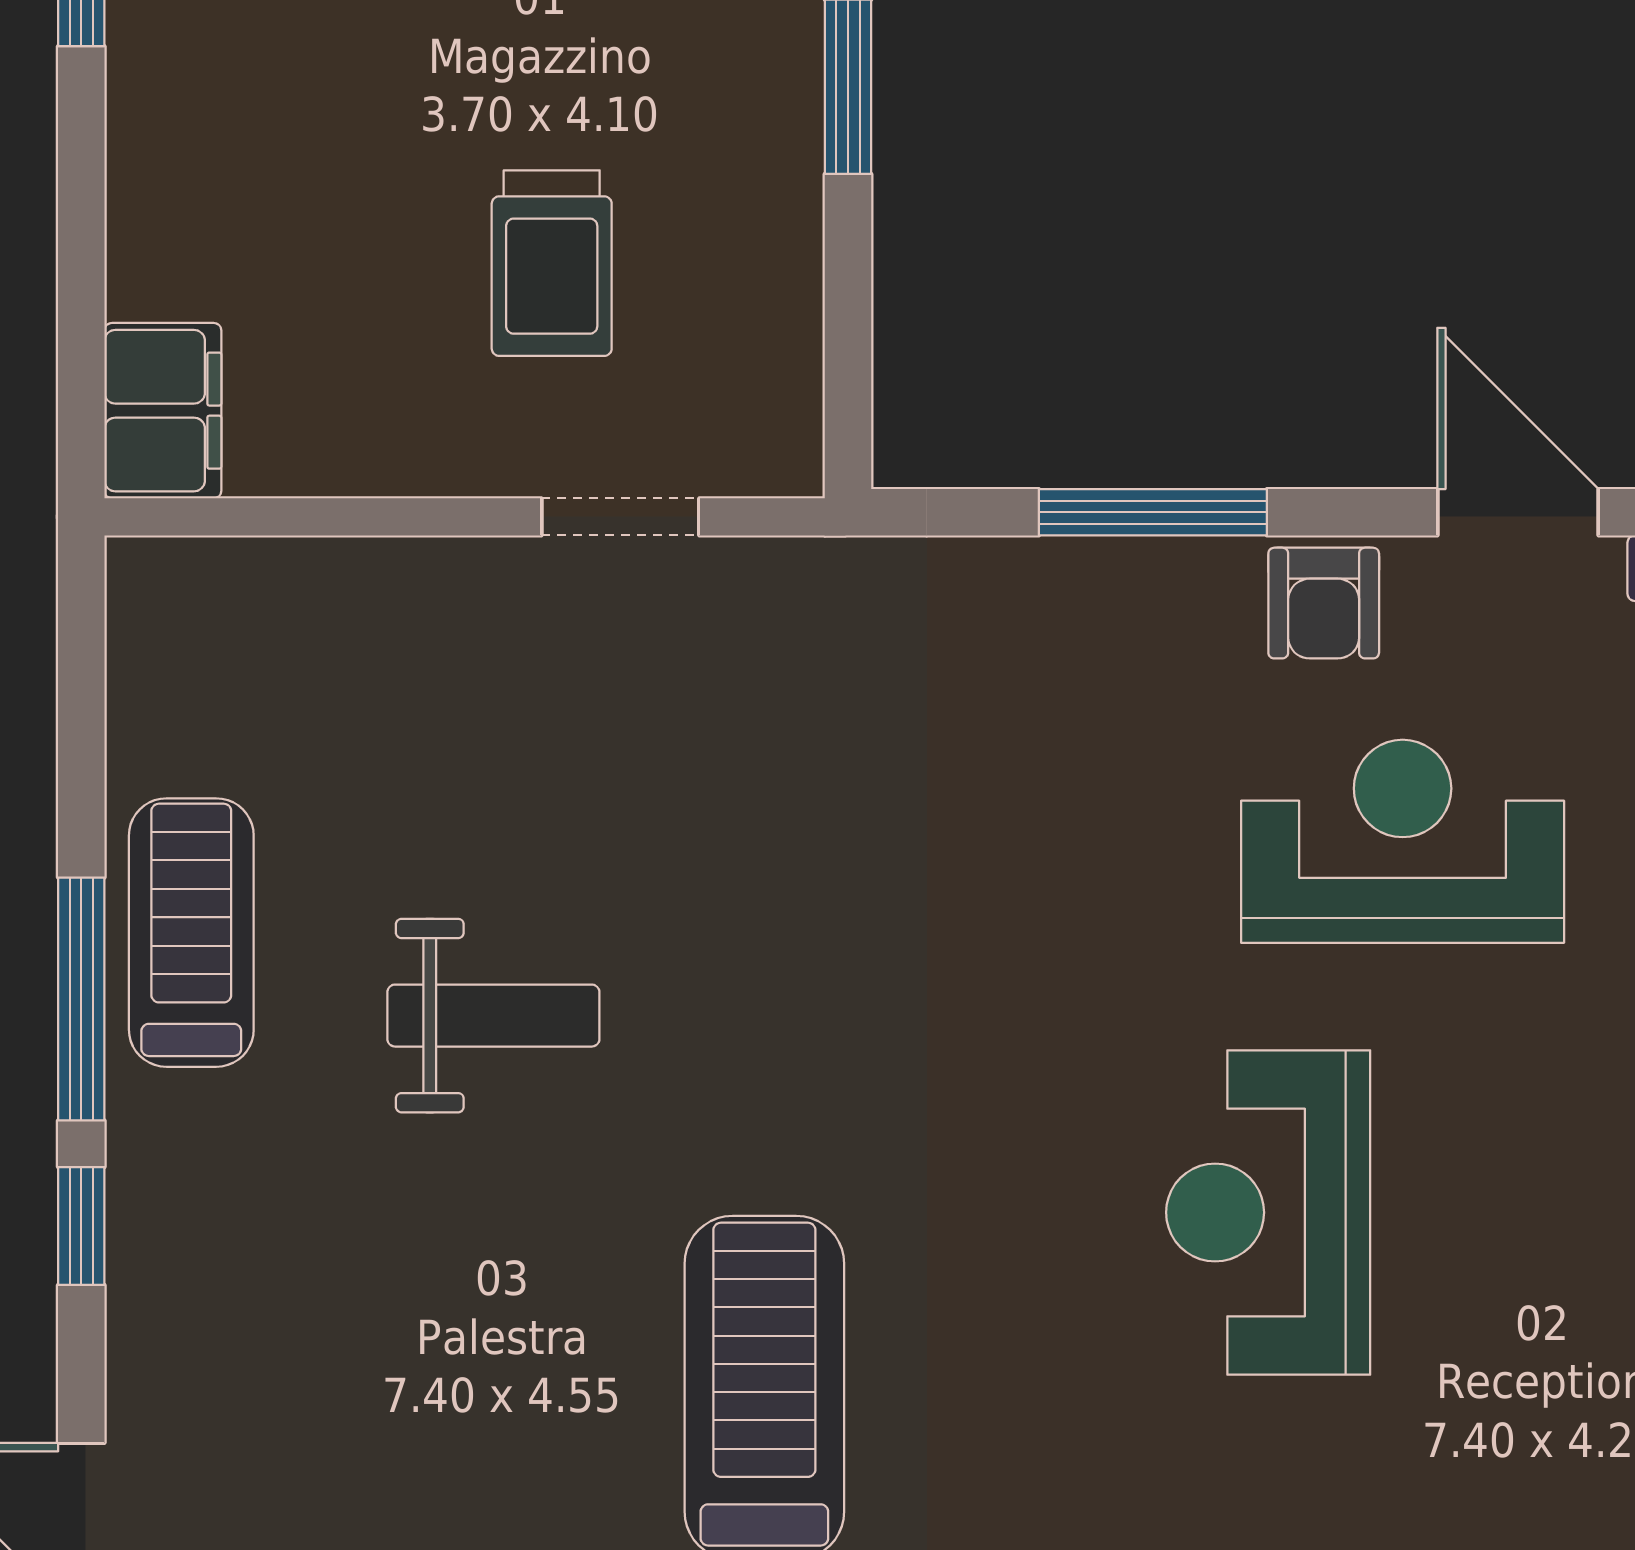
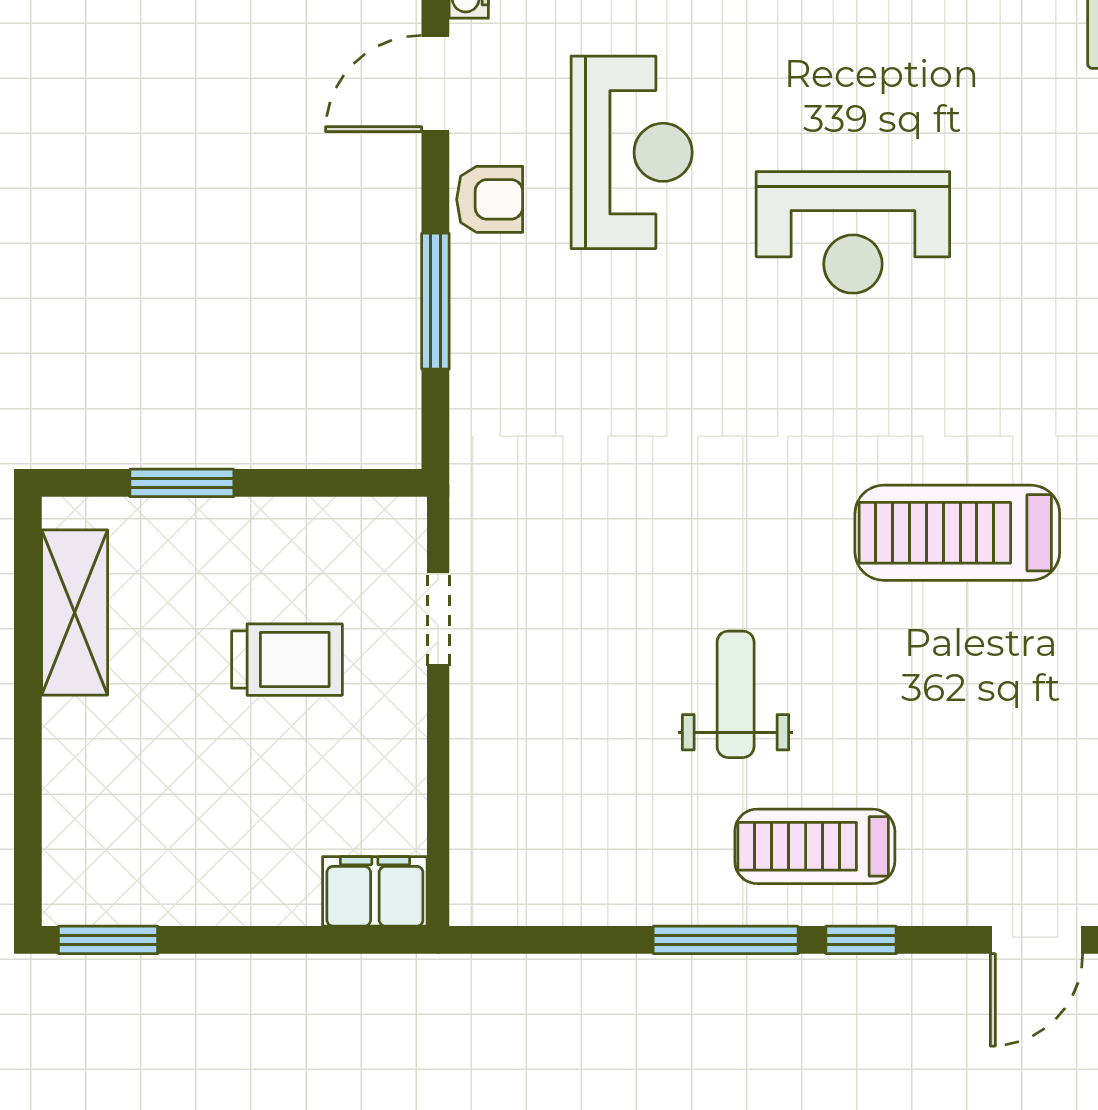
reception desk: (1403, 841) -> (632, 152), turned 180
treadmill: (191, 933) -> (815, 846), moved

